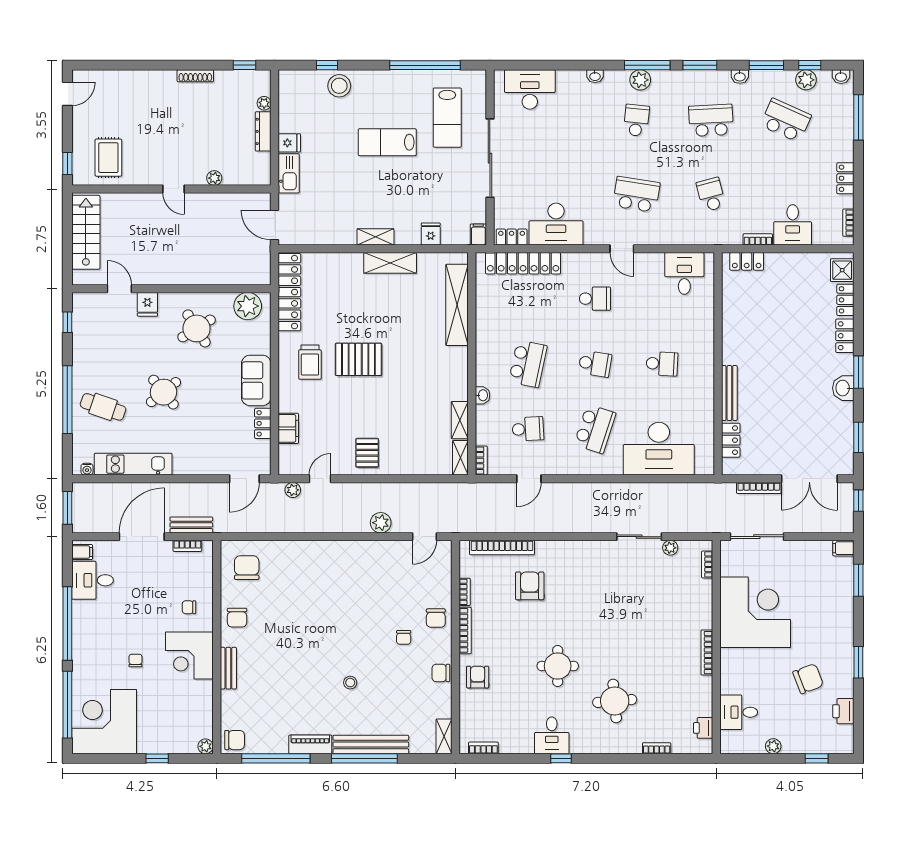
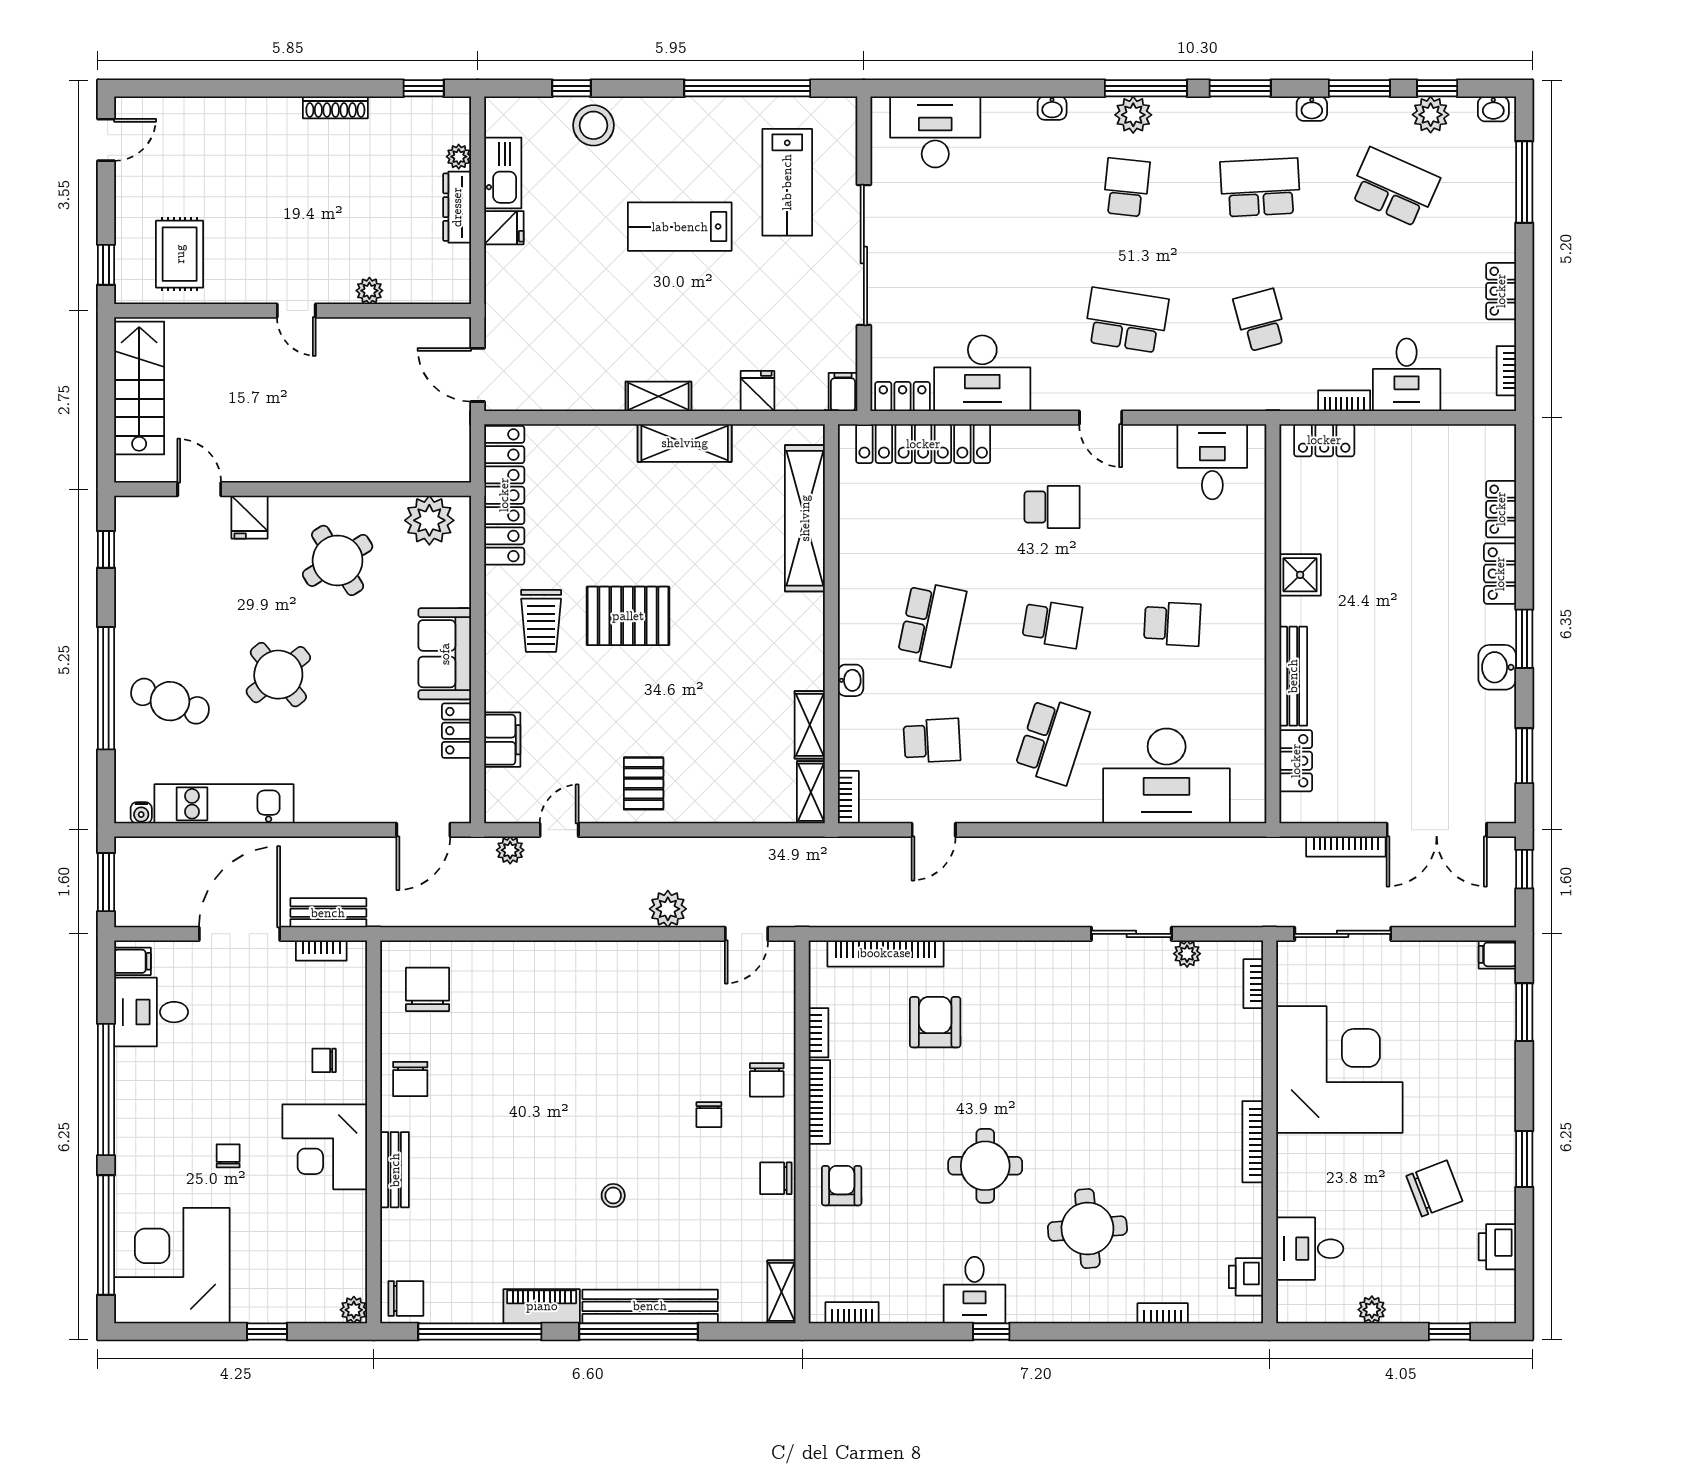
kitchen sink: (289, 173) -> (503, 173), moved
shower: (842, 270) -> (1300, 575), moved

